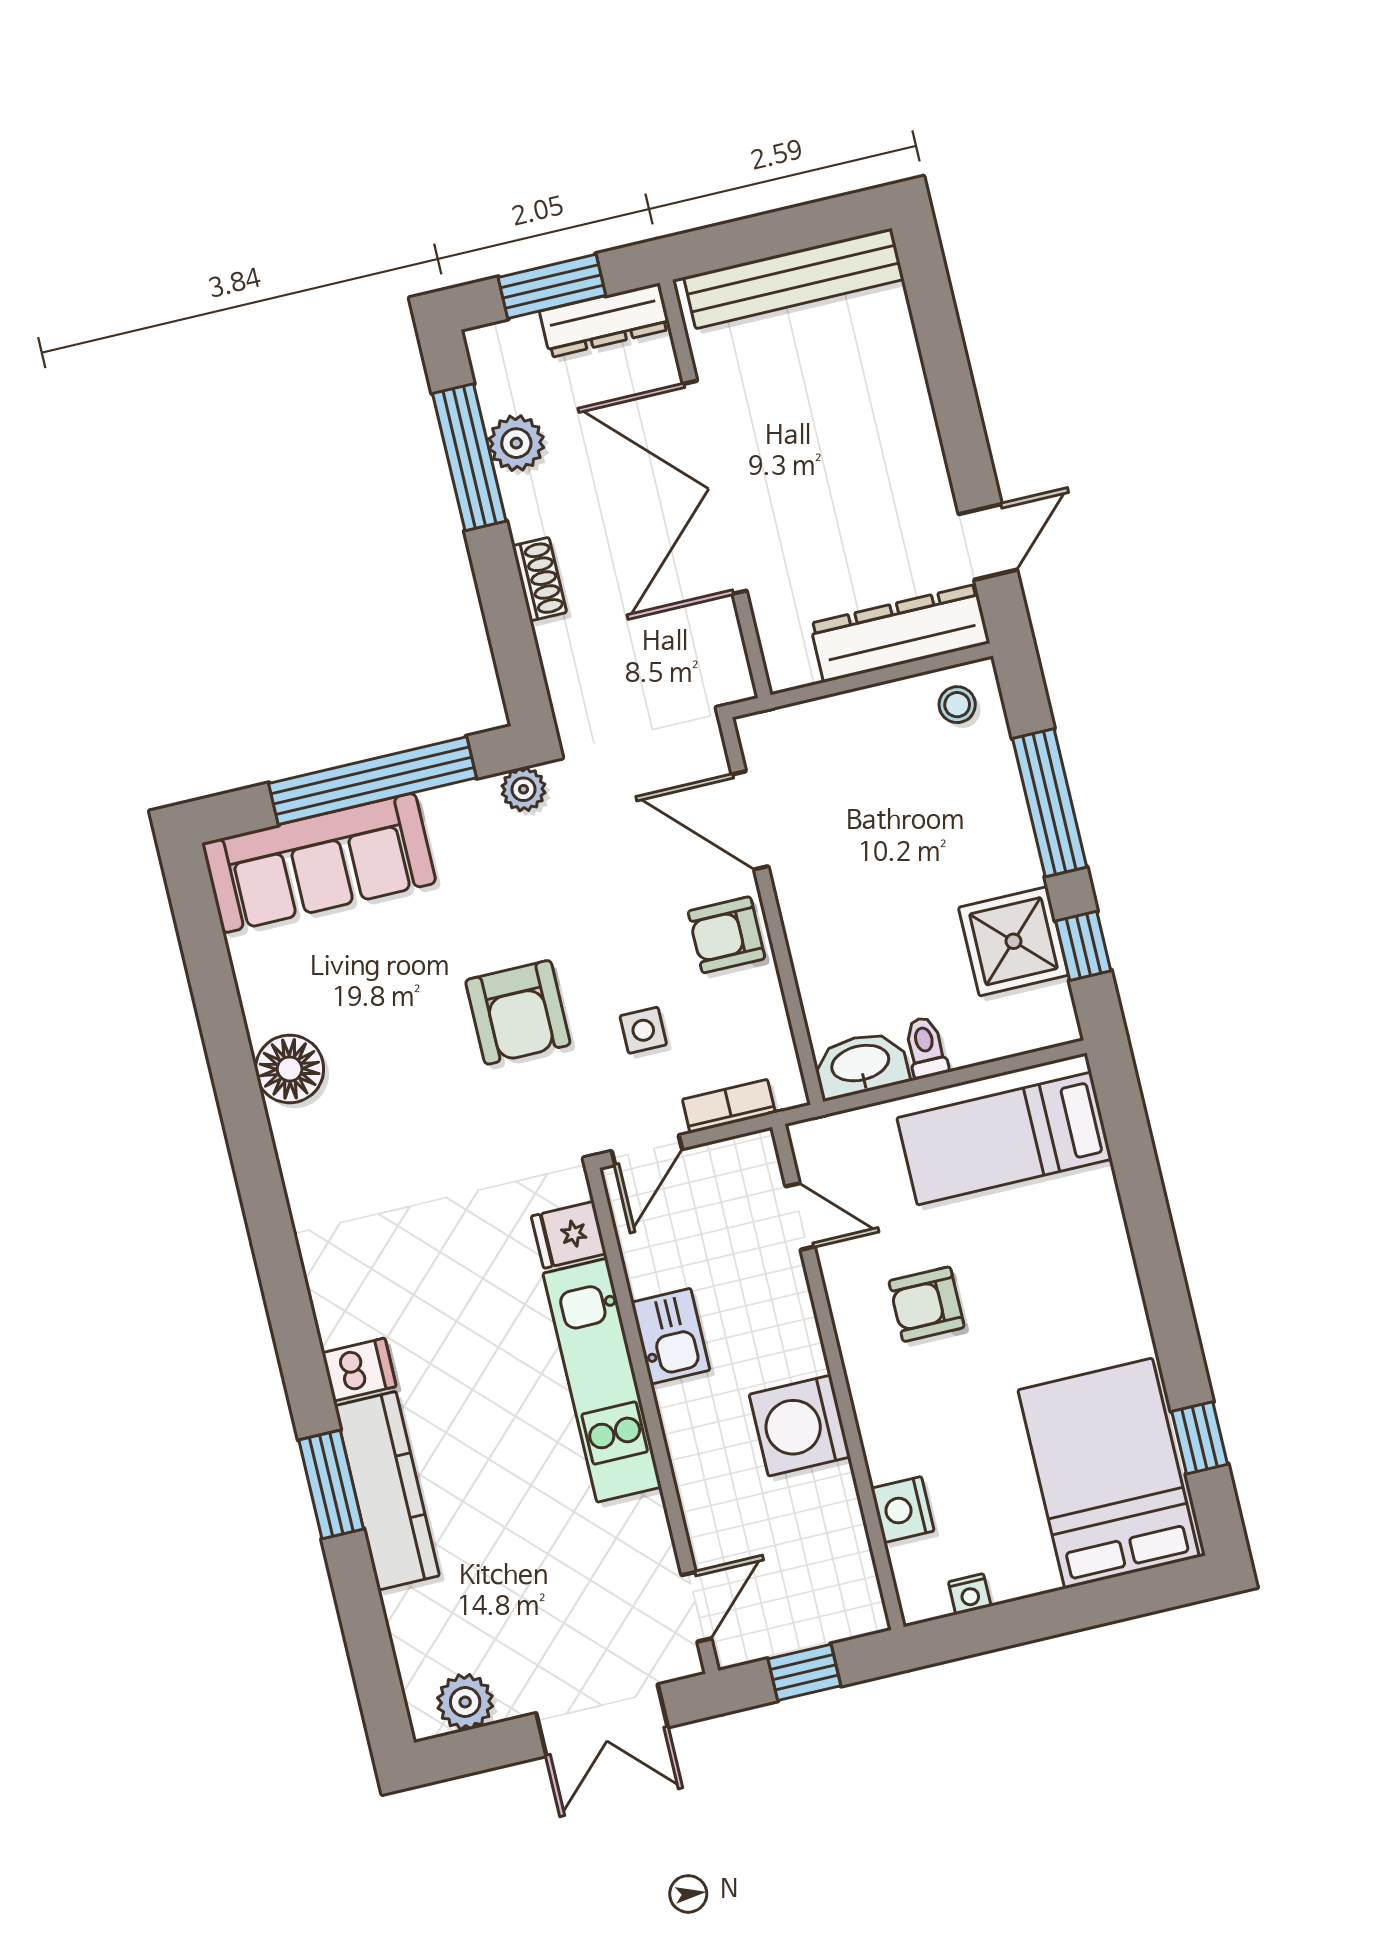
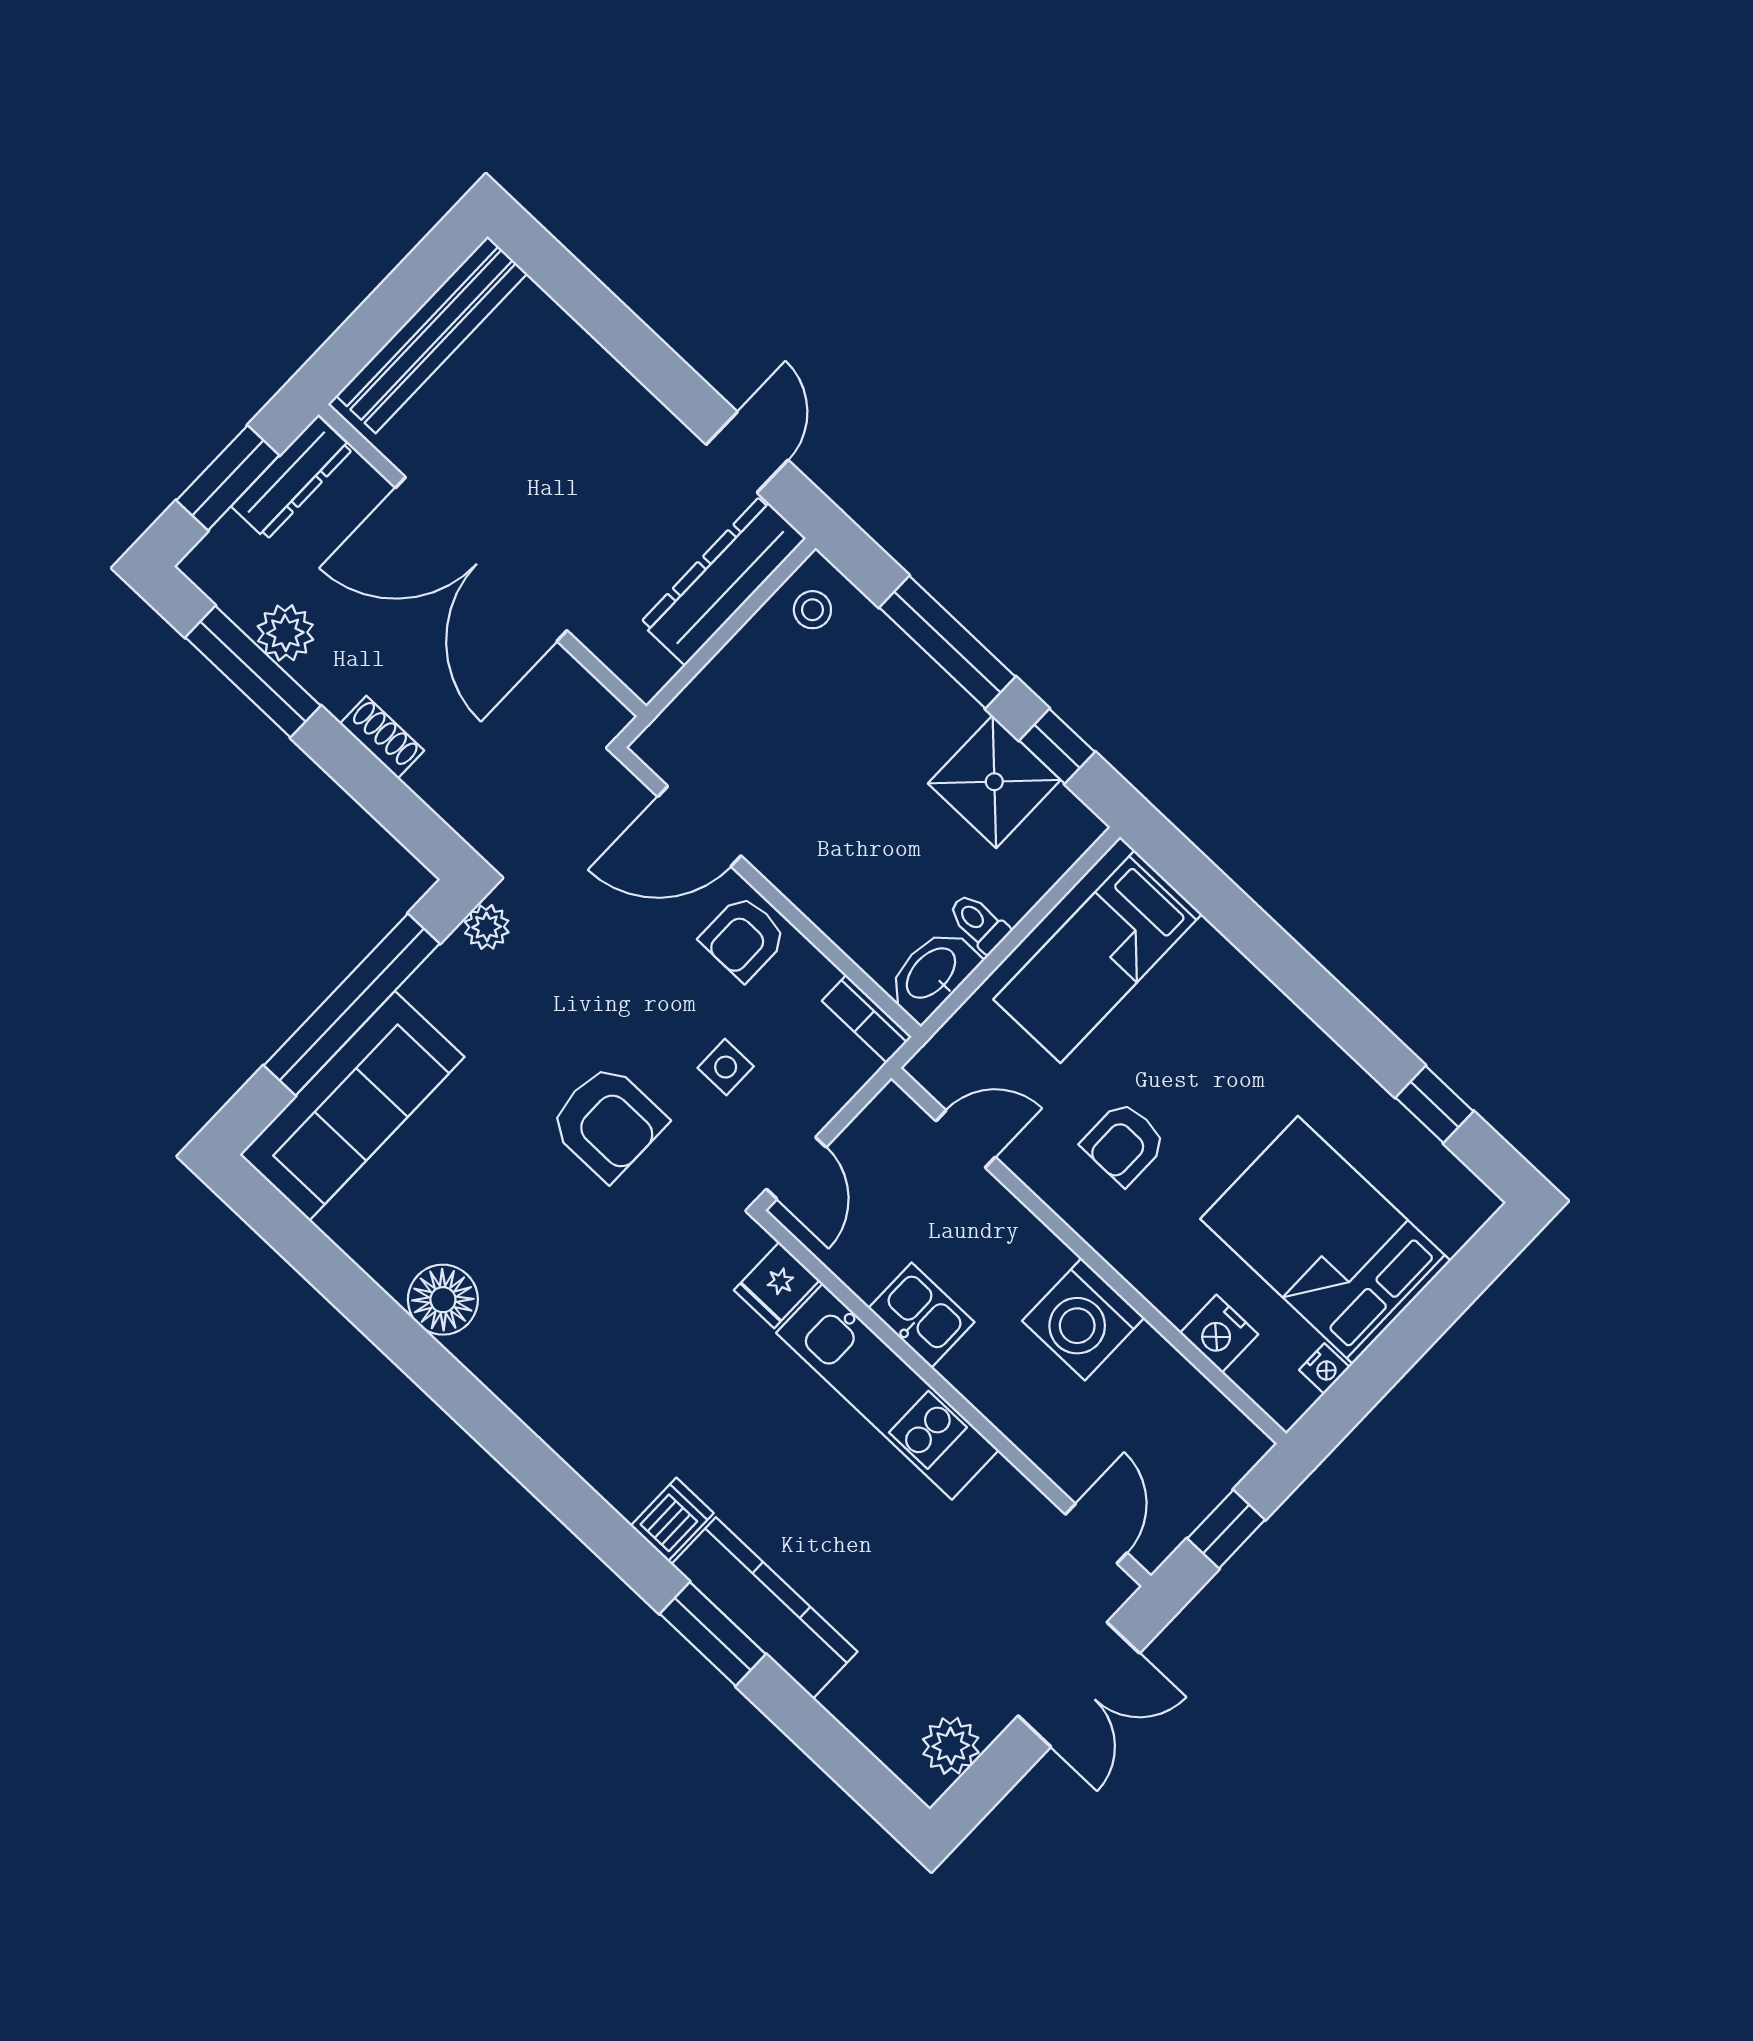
bookcase: (729, 1106) -> (867, 1019), moved, turned -90
bed: (1109, 1473) -> (1325, 1240), moved

